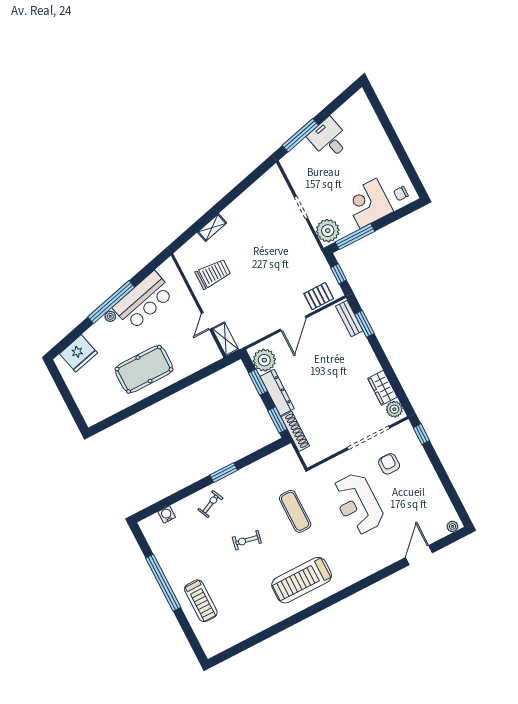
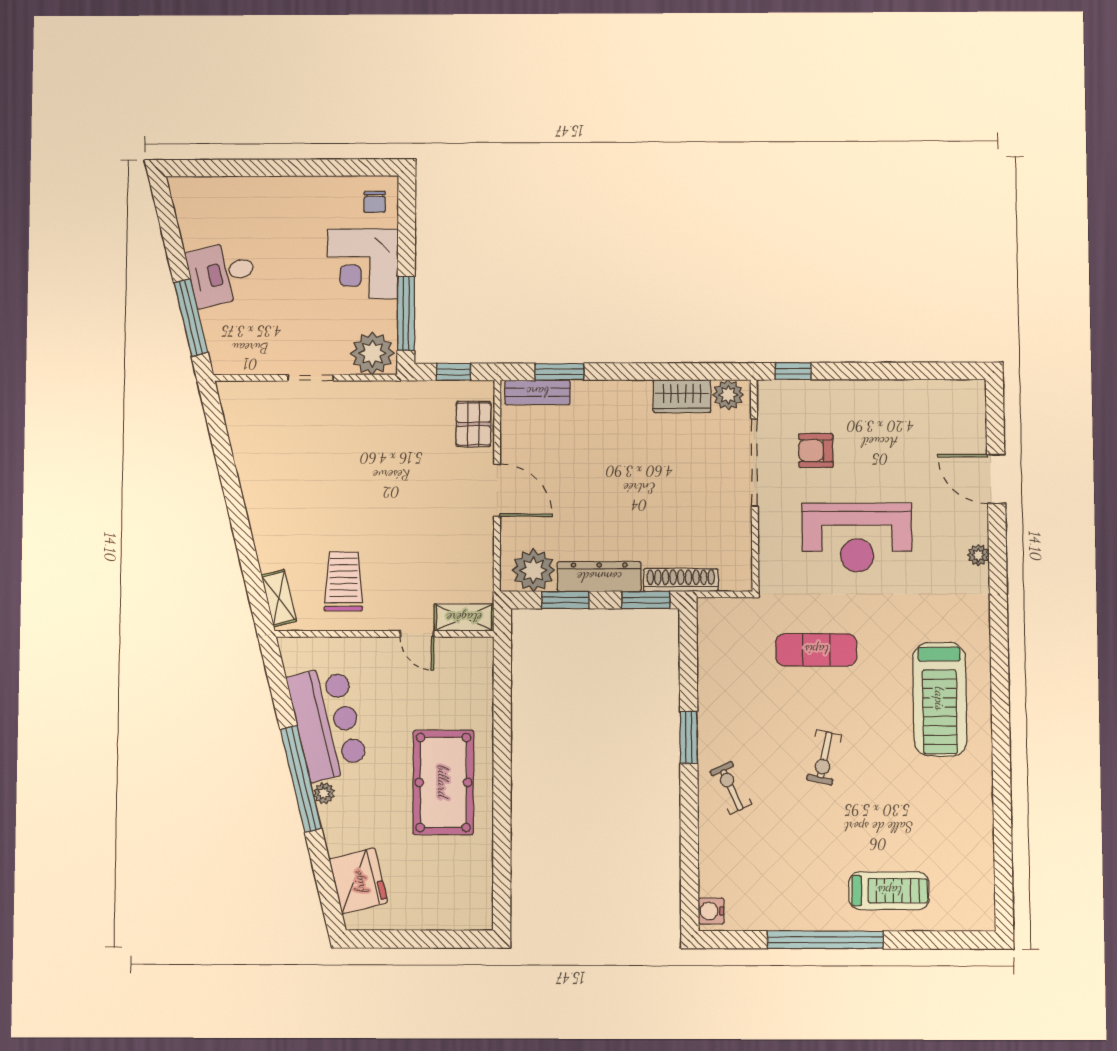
shelving: (212, 228) -> (279, 598), moved
water cooler: (167, 515) -> (711, 911), moved
plant: (452, 526) -> (978, 555), moved

